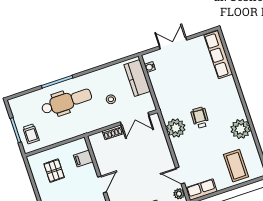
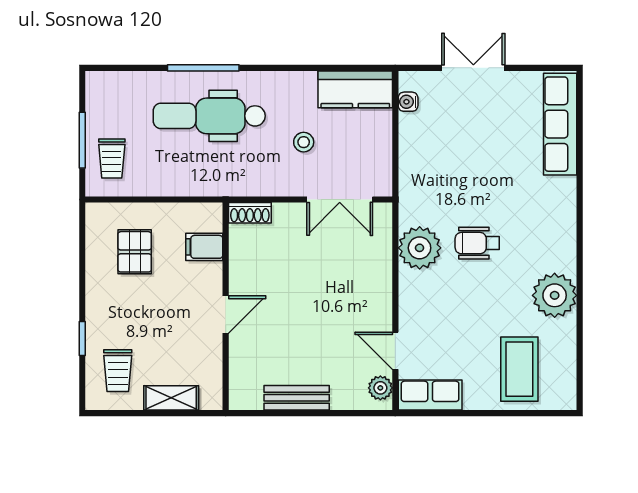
kitchen counter: (137, 78) -> (355, 89), moved, turned -90
dental chair: (67, 102) -> (209, 116), turned 180
wheelchair: (200, 118) -> (477, 243), turned -93
shoe rack: (113, 132) -> (250, 213), moved

